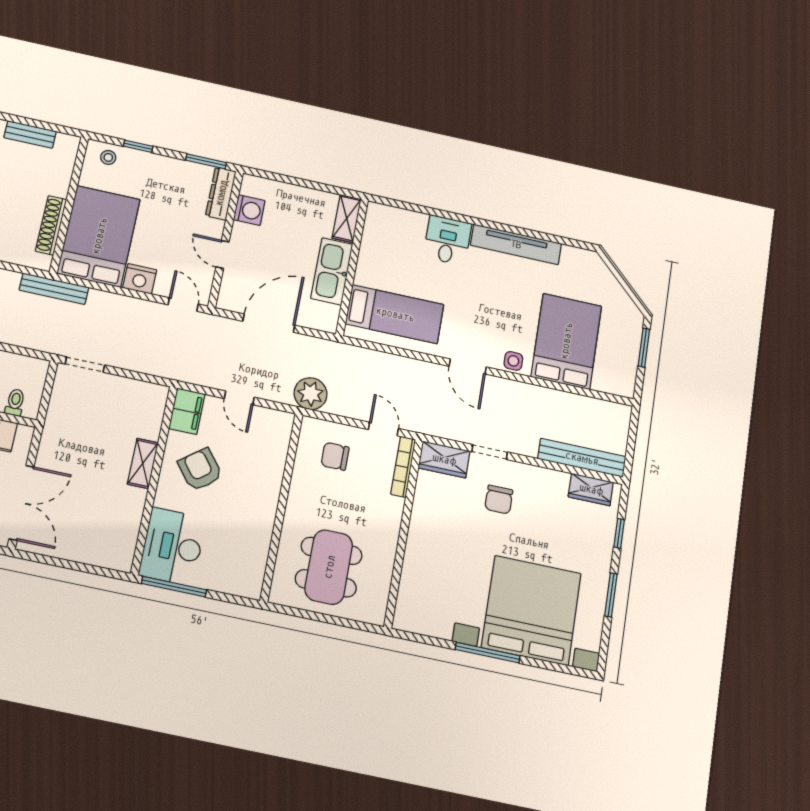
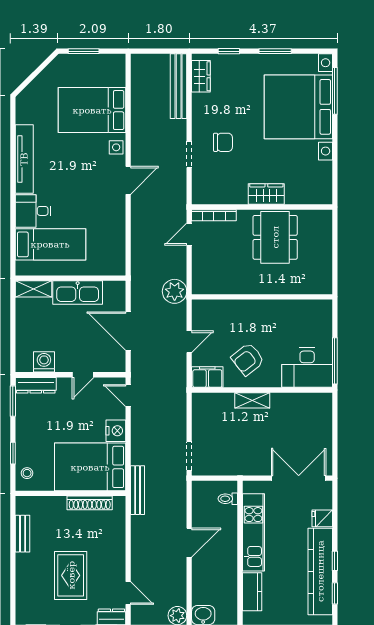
door: (183, 304) -> (128, 396), hinge flipped
bed: (395, 314) -> (50, 244), moved, turned 90
chair: (335, 456) -> (217, 265), removed
wardrobe: (444, 459) -> (266, 194), moved, turned -90
dining table: (329, 567) -> (275, 237), moved, turned 90
window: (488, 653) -> (335, 91), moved

